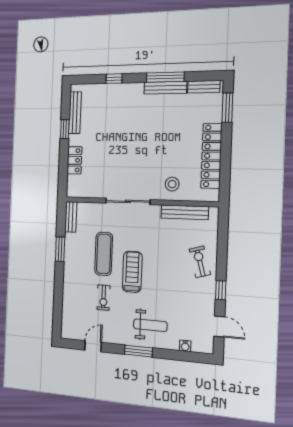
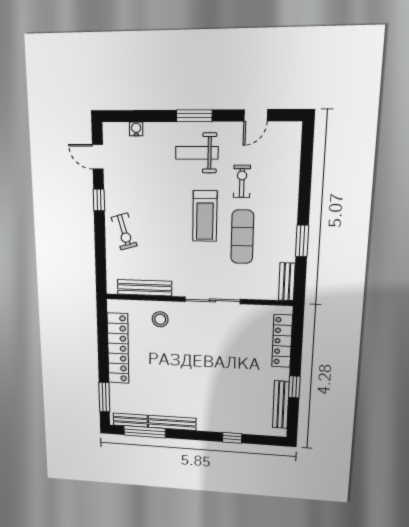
window: (165, 77) -> (145, 432), moved
locker: (74, 160) -> (282, 341), width x1.53
weight bench: (150, 325) -> (197, 153), moved

